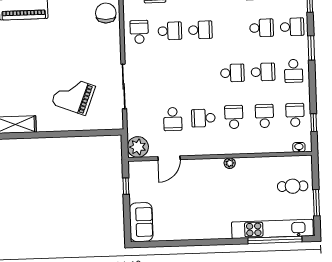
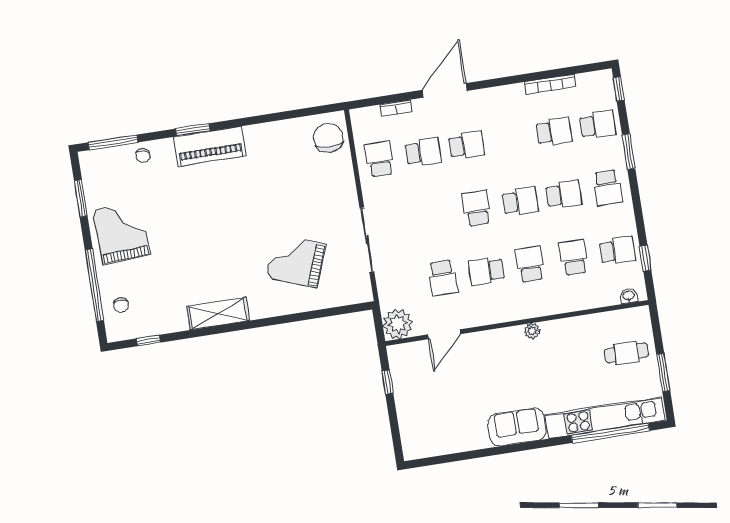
school desk: (202, 74) -> (477, 208), added
school desk: (295, 115) -> (617, 251), turned 90
sofa: (141, 222) -> (517, 427), moved, turned -90

